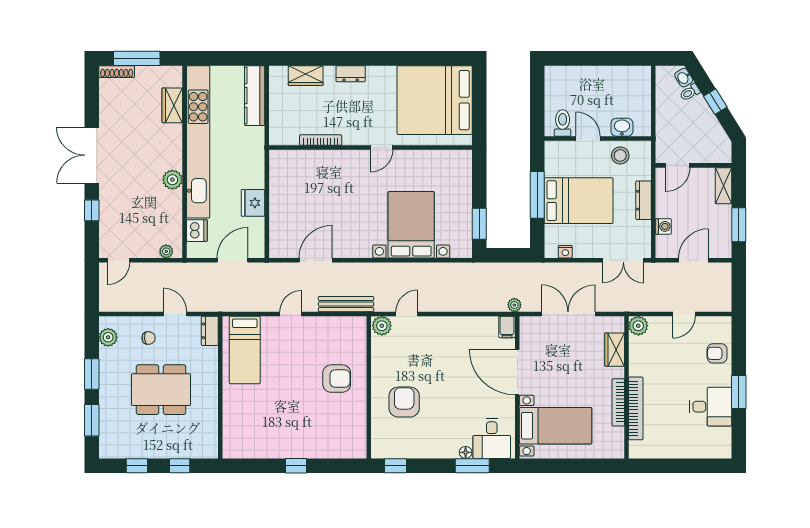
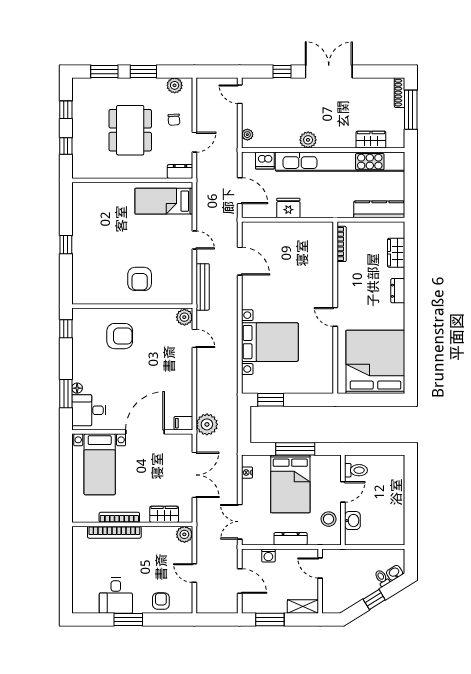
bookcase: (321, 140) -> (342, 244), moved
plant: (514, 305) -> (207, 424), width x1.87, depth x1.87

